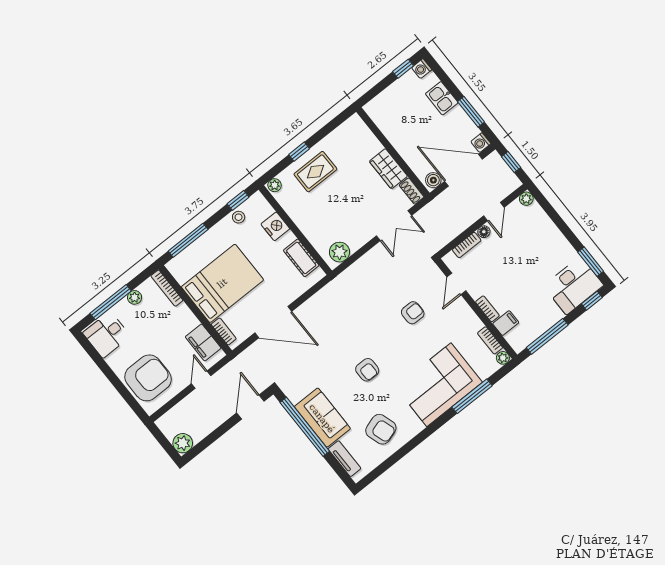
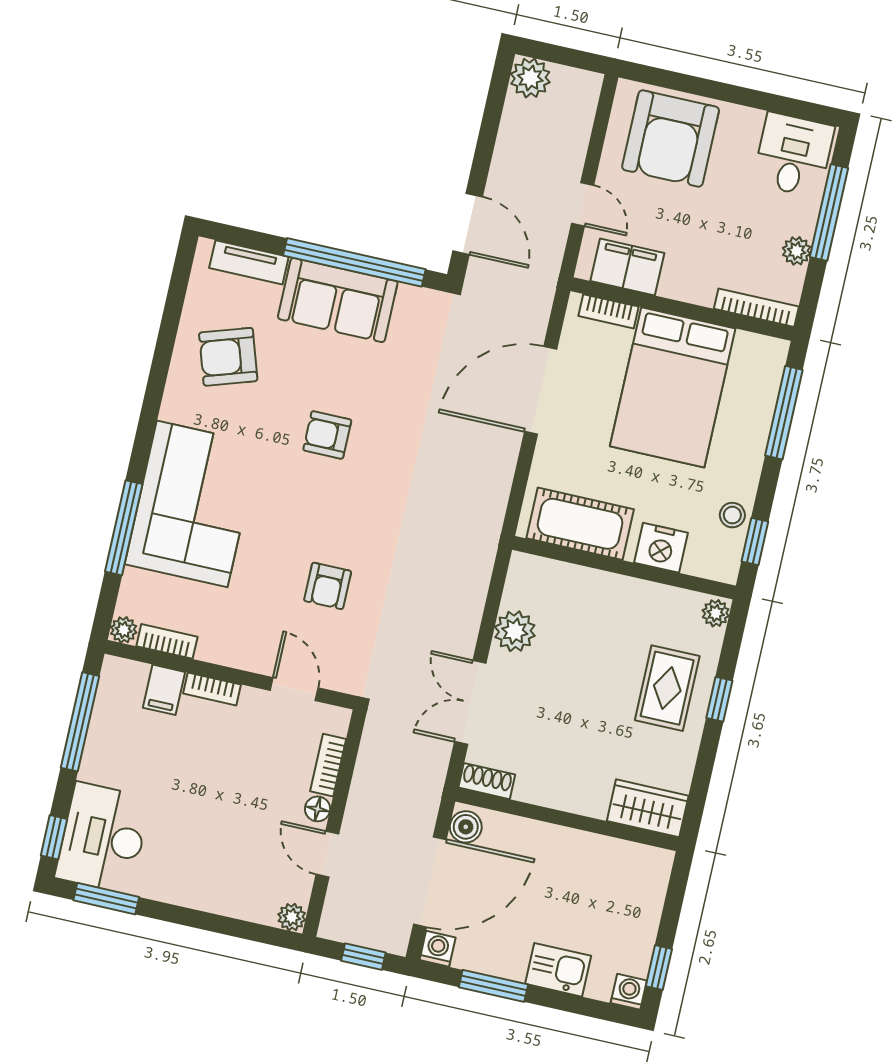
wardrobe: (388, 169) -> (648, 808), moved
plant: (340, 252) -> (515, 631), moved
cot: (301, 258) -> (580, 524), width x1.37, depth x1.34

